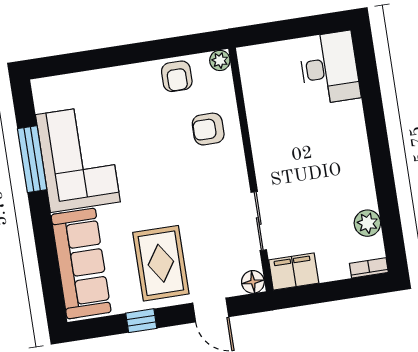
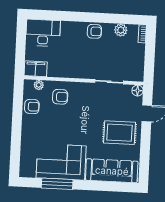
plant: (220, 60) -> (39, 85), moved
armchair: (208, 129) -> (60, 97), turned -90
armchair: (354, 171) -> (94, 31), added
filing cabinet: (294, 272) -> (36, 69), moved, turned 90
window: (141, 321) -> (145, 148), removed

